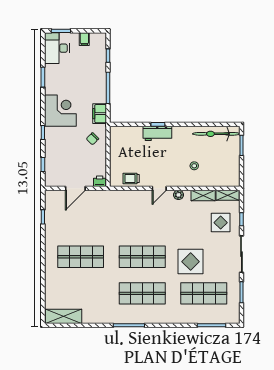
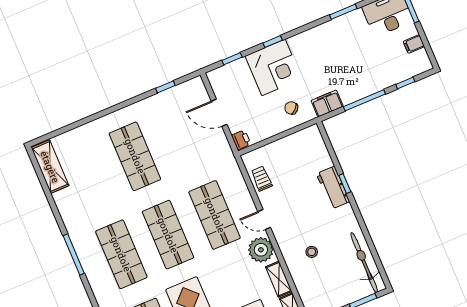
corner desk: (60, 111) -> (273, 67), moved
plant: (178, 195) -> (261, 250), width x1.88, depth x1.88
shop shelf: (142, 220) -> (215, 215), added

